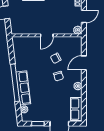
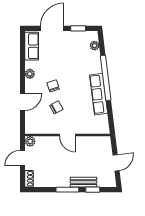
door: (47, 35) -> (67, 135), swing flipped
row of seats: (23, 88) -> (99, 94), moved

